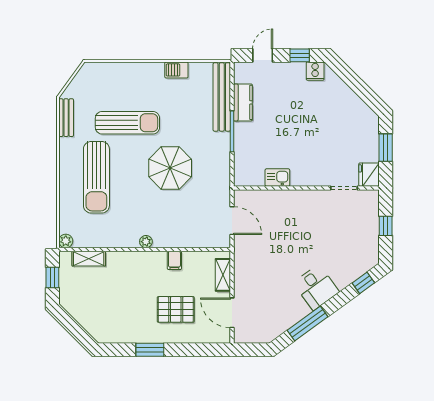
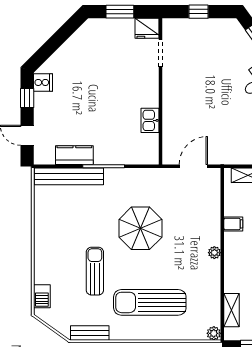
barbecue: (176, 70) -> (42, 296), moved
sun lounger: (127, 123) -> (95, 271), width x0.73, depth x0.75
sun lounger: (96, 177) -> (150, 302), turned 180

